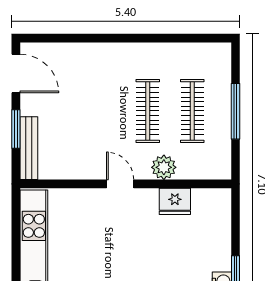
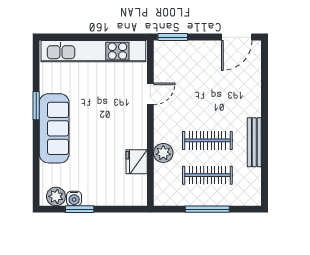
window: (16, 129) -> (173, 37), moved
bench: (29, 148) -> (254, 142), moved, turned 90
door: (120, 184) -> (150, 94), moved

